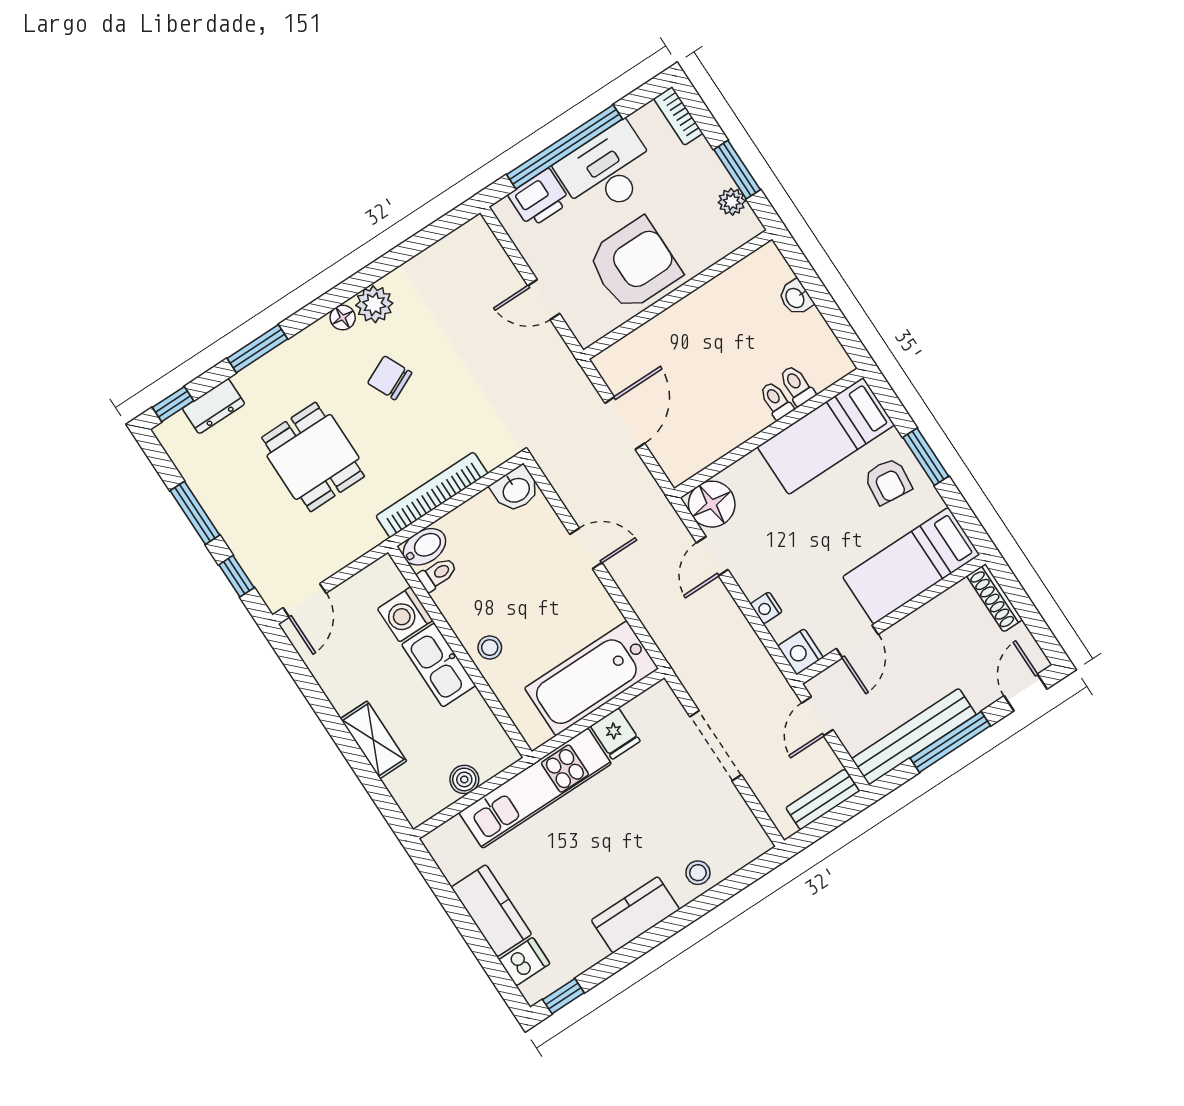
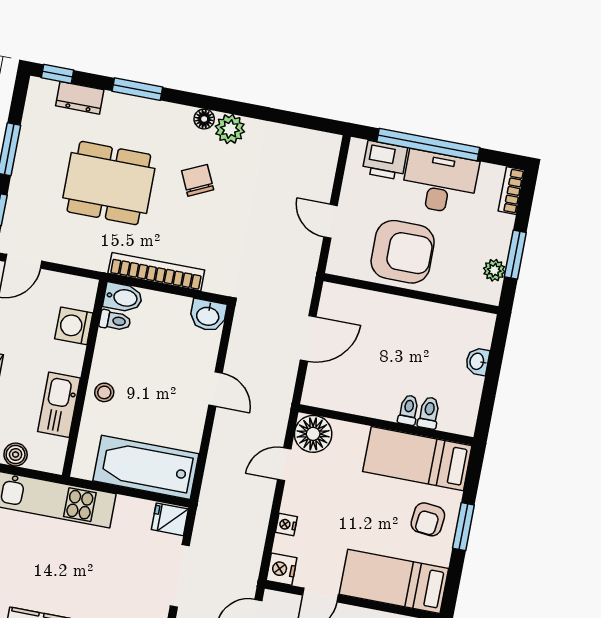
dining table: (313, 457) -> (109, 183), width x1.37
kitchen sink: (439, 665) -> (59, 405), moved
fridge: (615, 734) -> (170, 519), moved, turned 90

